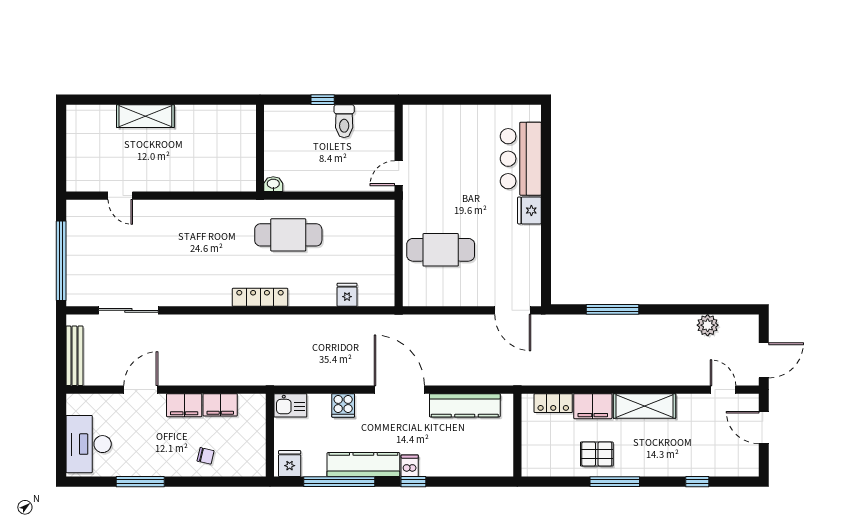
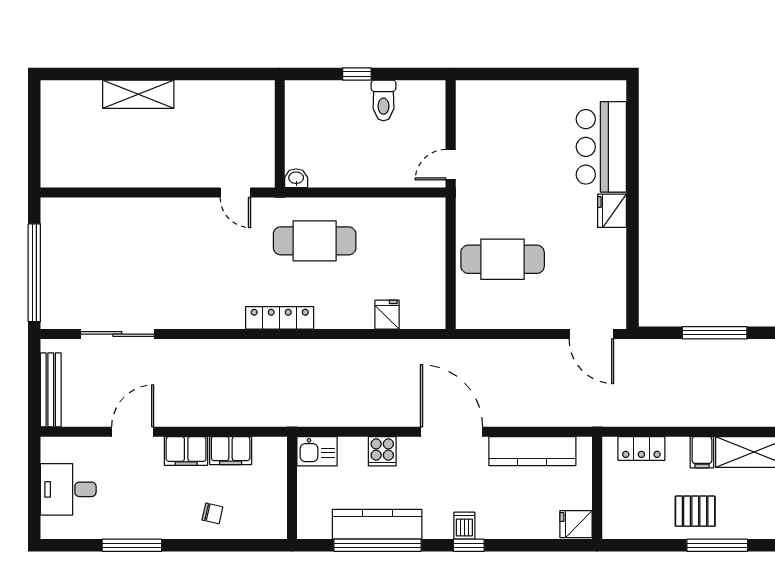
door: (120, 196) -> (235, 192), moved
filing cabinet: (593, 406) -> (702, 452), width x0.50
desk: (89, 444) -> (68, 489), width x0.73
fridge: (290, 464) -> (576, 524), moved, turned -90
kitchen counter: (363, 465) -> (377, 524), moved

